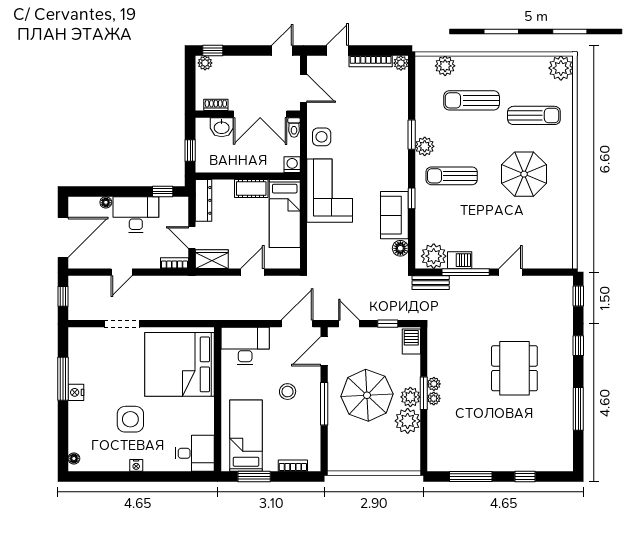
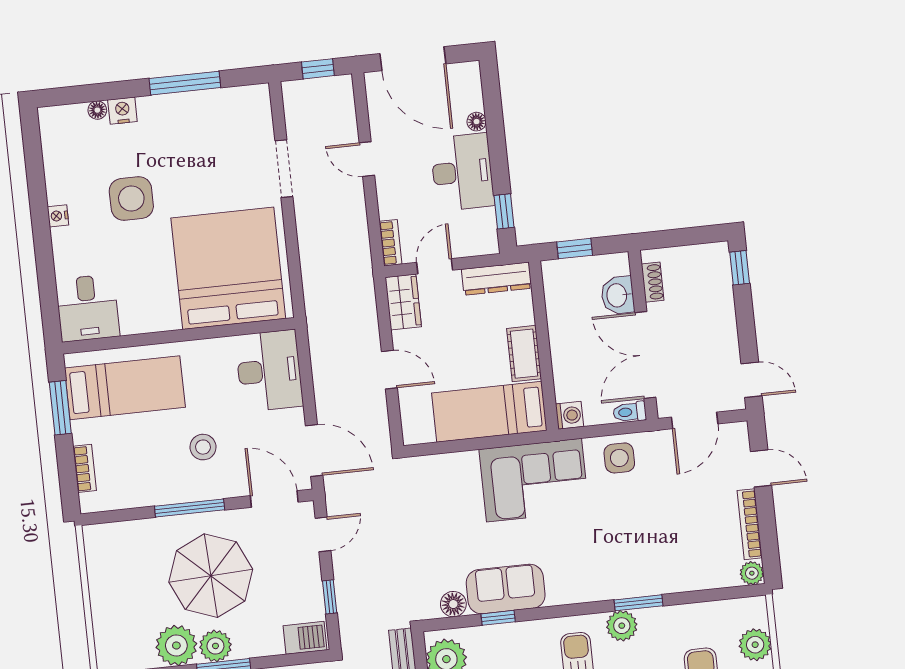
plant: (205, 63) -> (718, 257), removed
window: (412, 198) -> (498, 618), moved
nightstand: (76, 392) -> (122, 111), moved
floor lamp: (74, 458) -> (97, 110), moved

